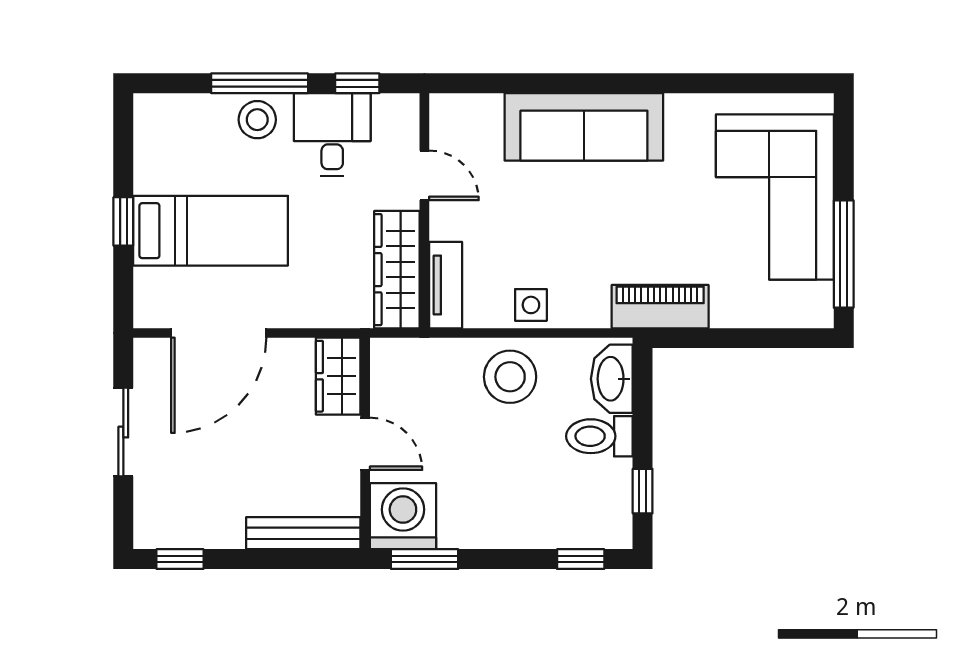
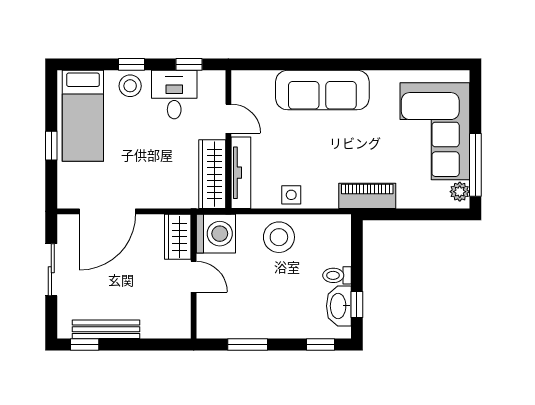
window: (260, 83) -> (131, 64), width x0.46
bed: (211, 231) -> (83, 116), moved, turned 90
tv unit: (446, 285) -> (241, 173), width x1.41
plant: (817, 299) -> (460, 192), added
washbasin: (612, 379) -> (339, 306), moved
toilet: (599, 436) -> (337, 275), width x0.73, depth x0.72
washing machine: (403, 516) -> (216, 234), moved, turned 90
bench: (303, 533) -> (106, 329), moved
window: (425, 559) -> (248, 344), moved

